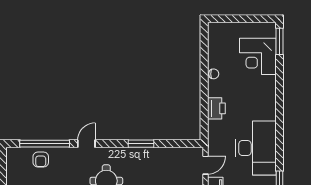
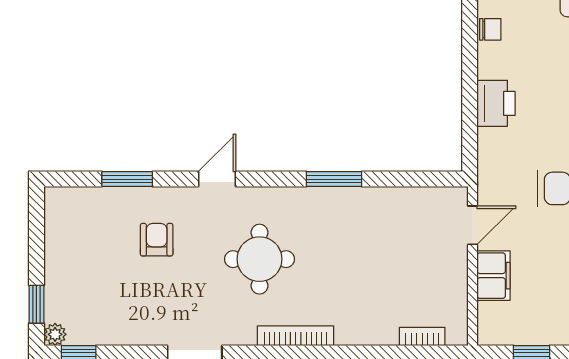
window: (45, 144) -> (127, 179), width x0.47
armchair: (41, 159) -> (157, 240), moved, turned 180

